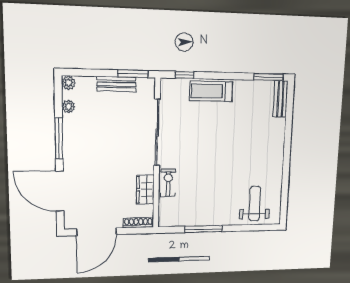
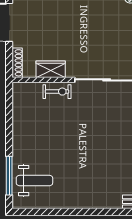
window: (204, 229) -> (9, 176), moved

